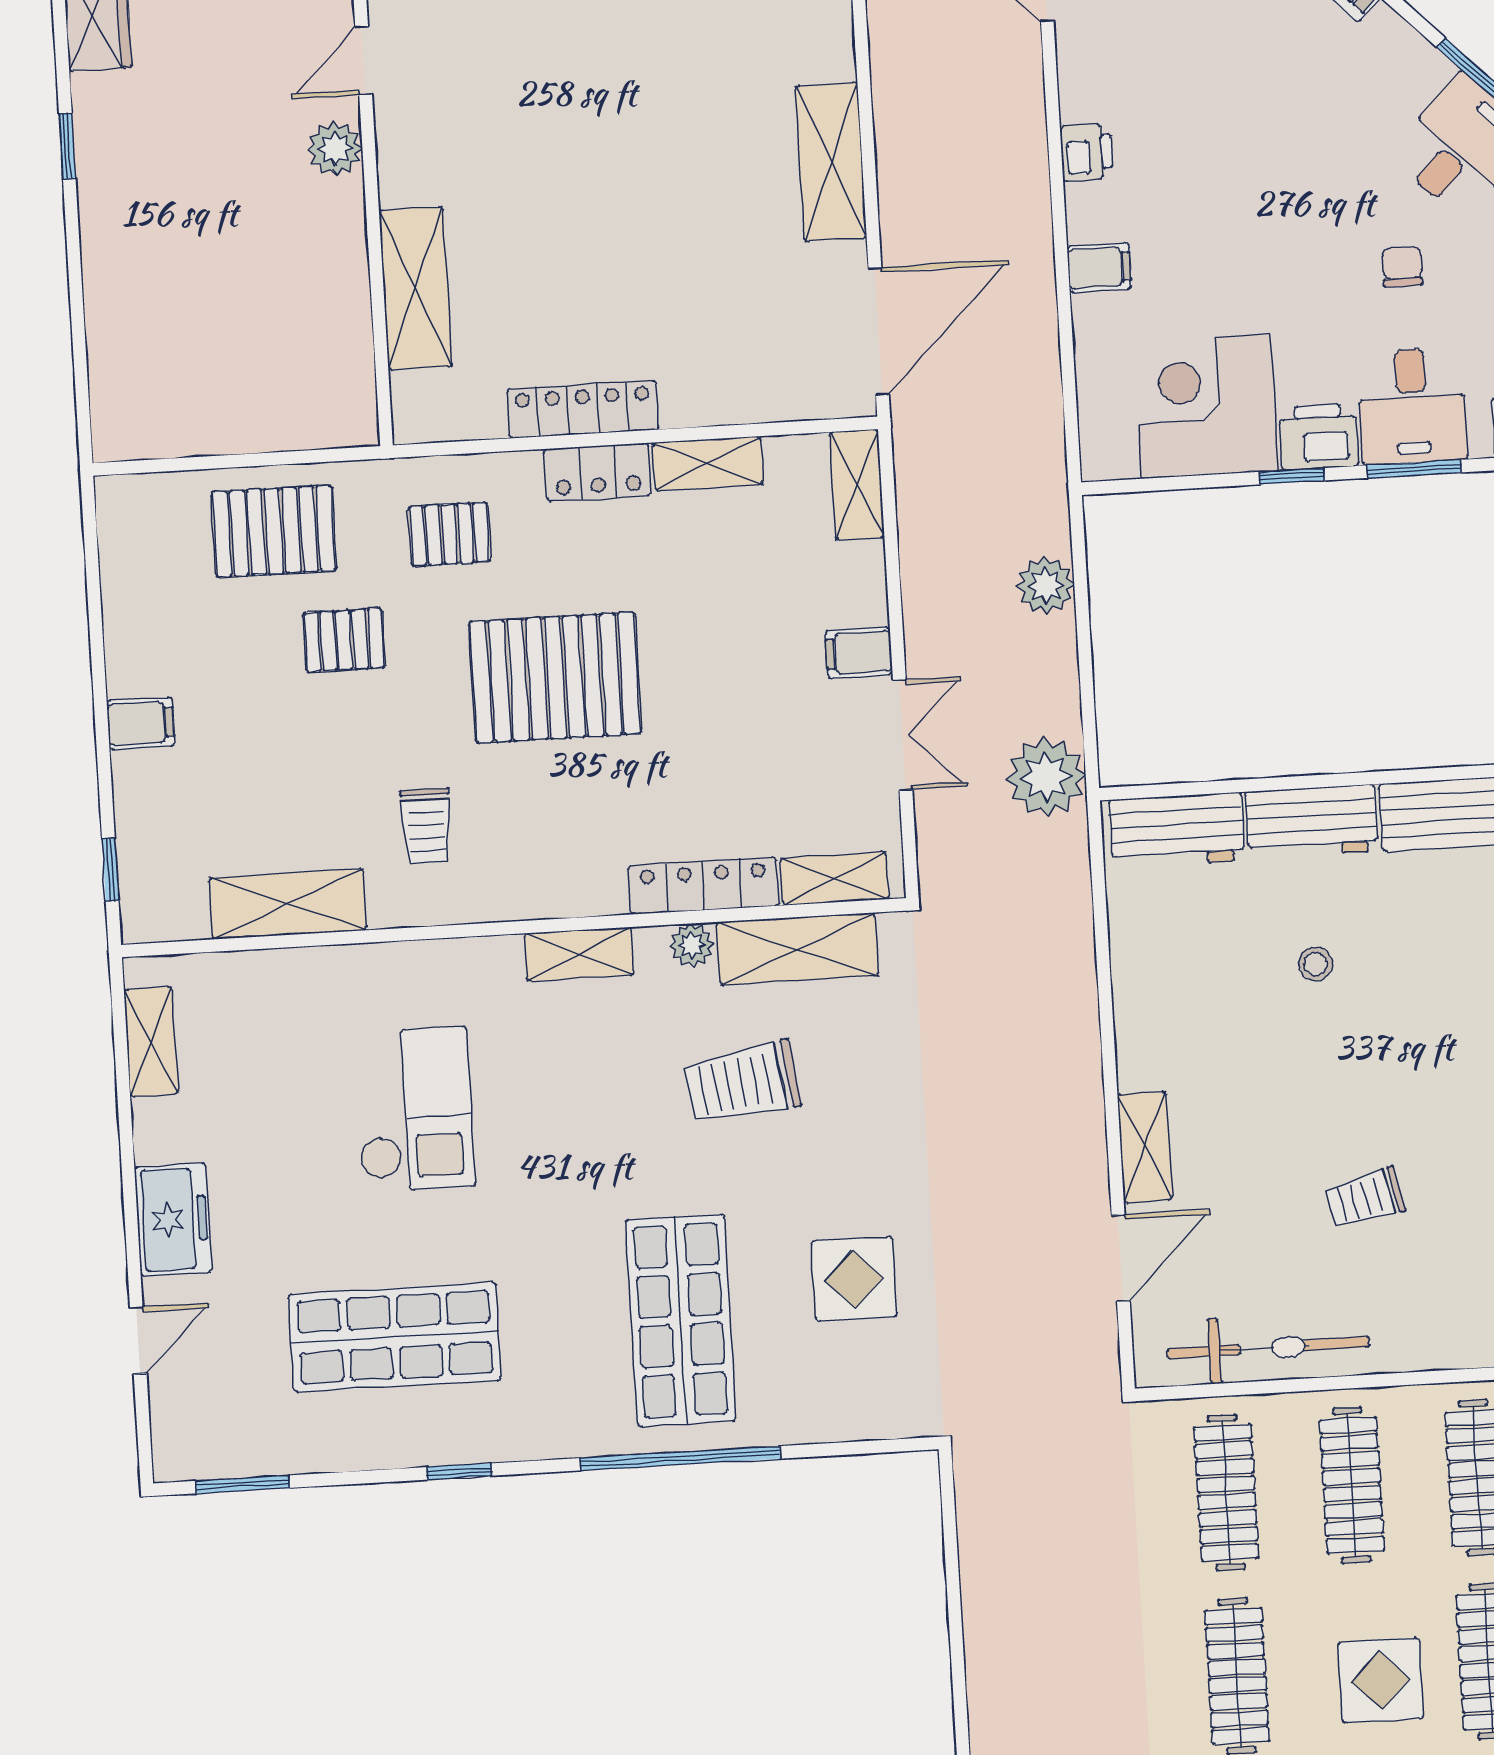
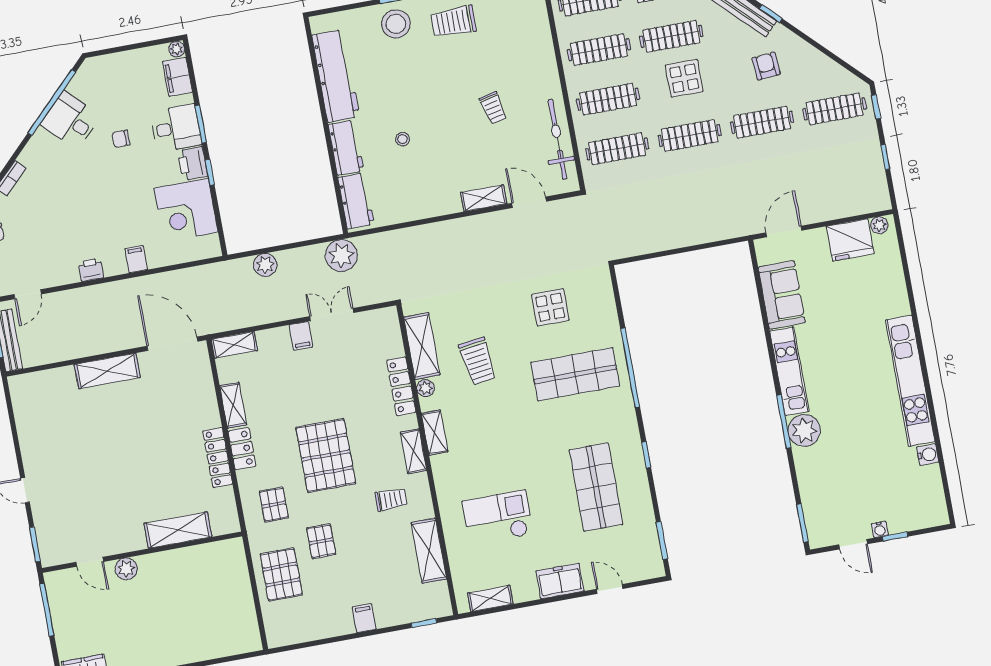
shelving: (834, 879) -> (413, 451), moved
checkout: (414, 1109) -> (498, 518), moved

